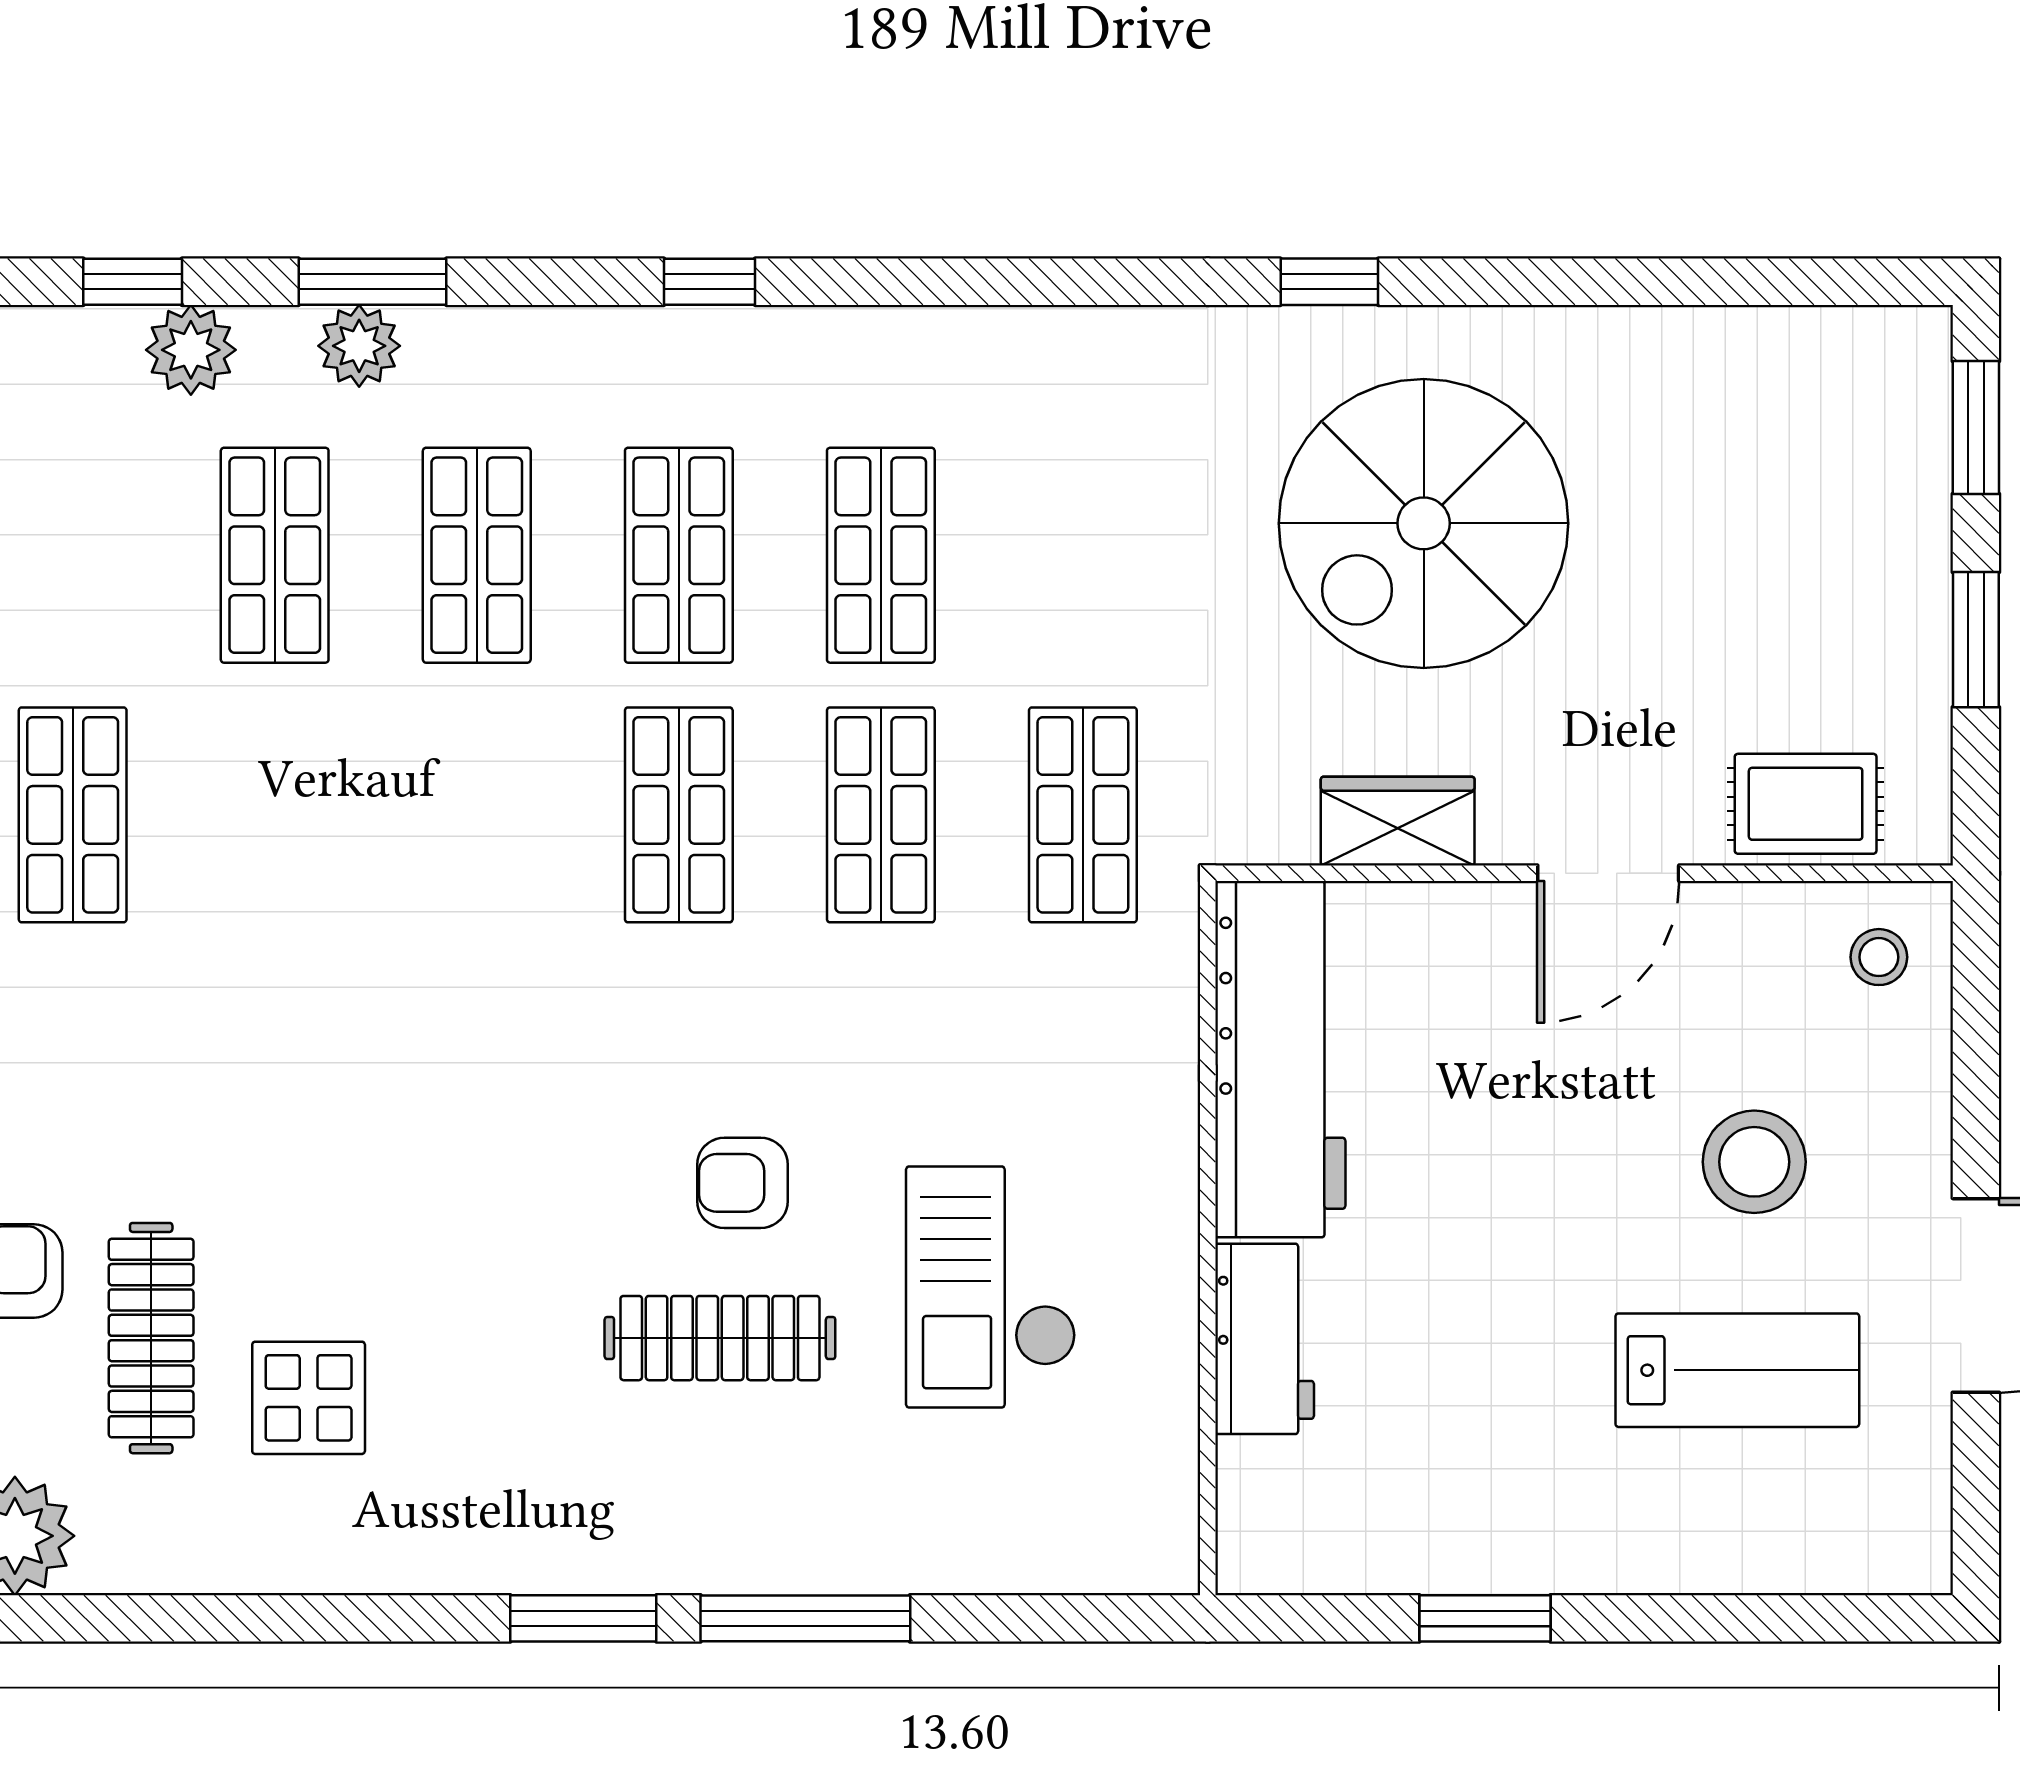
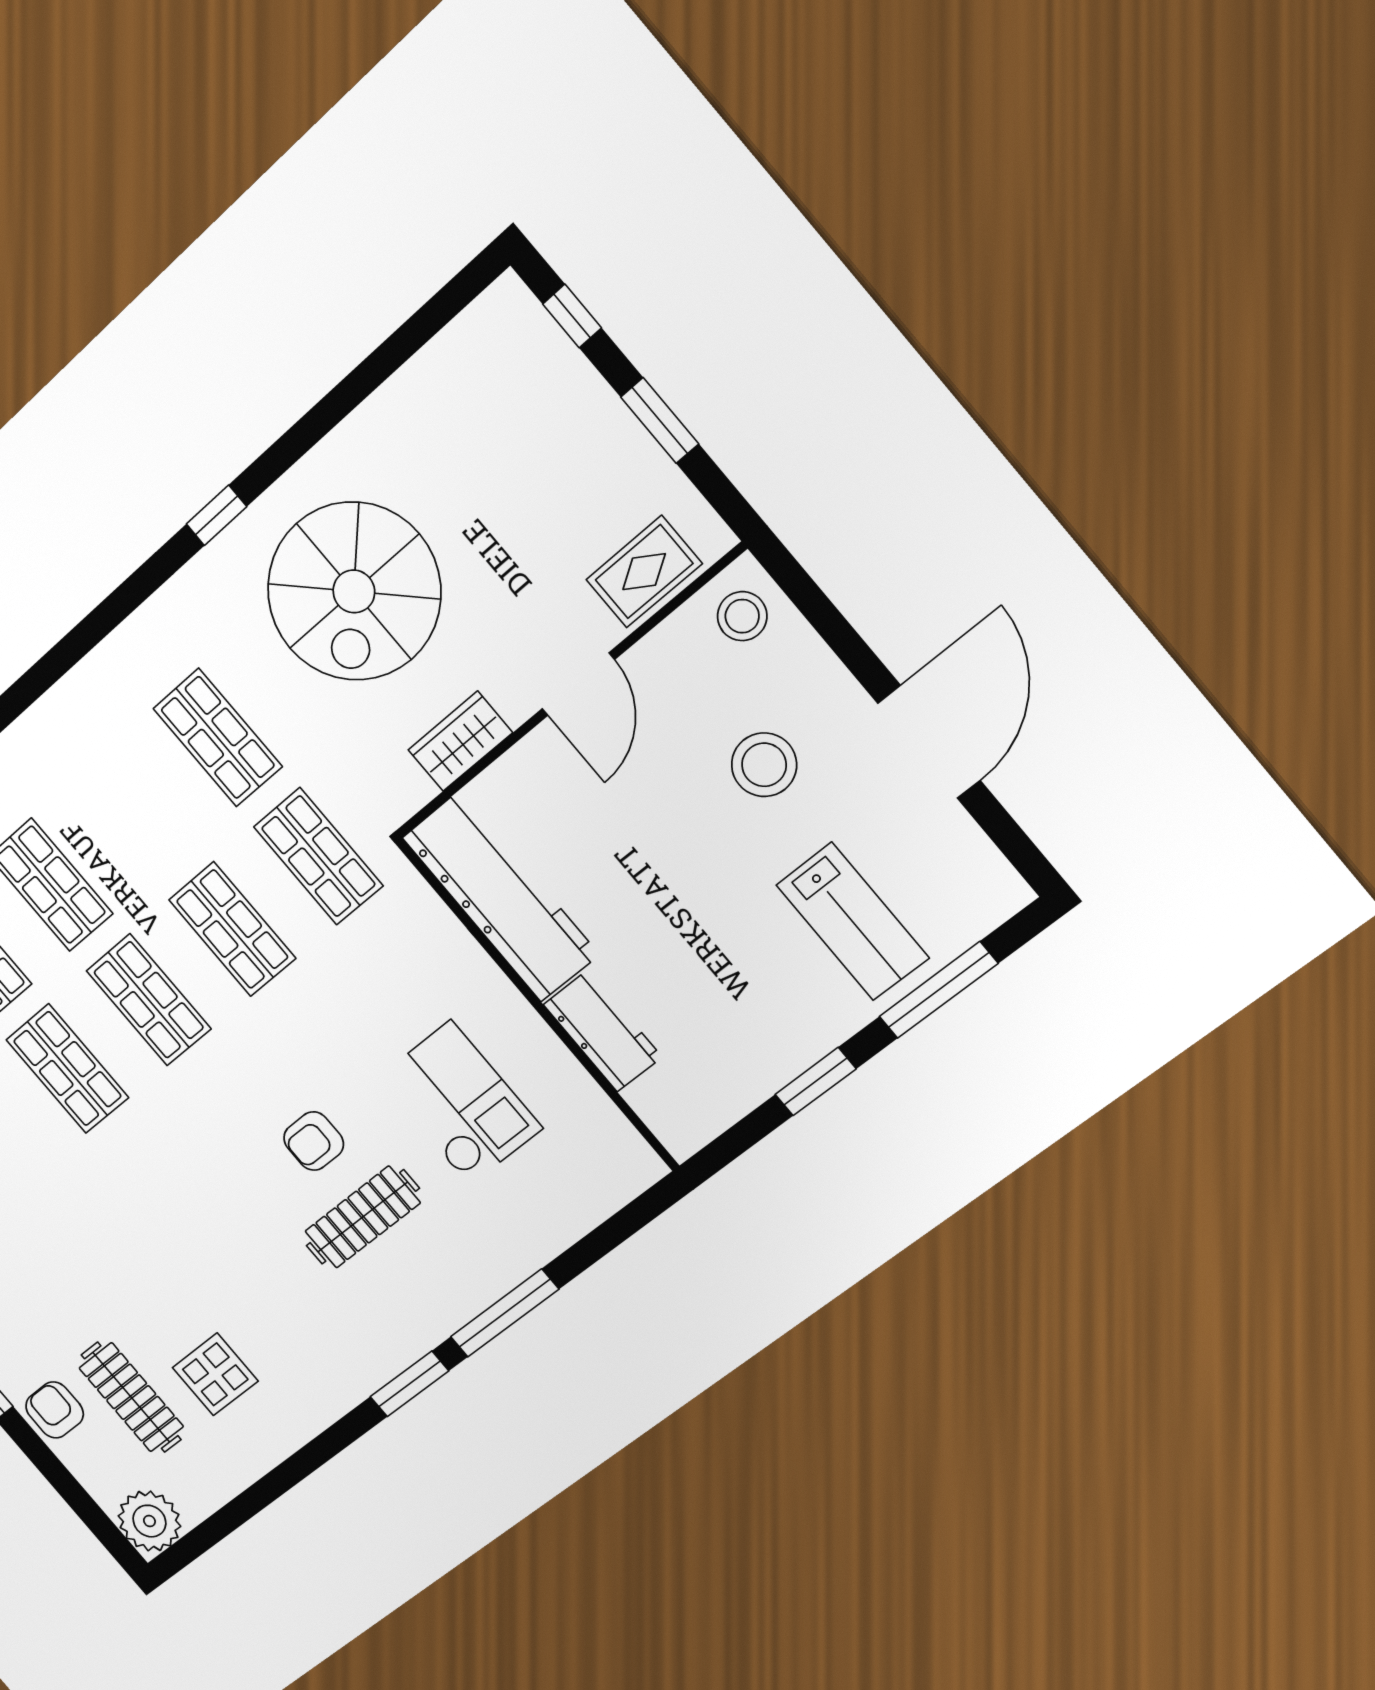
window: (1976, 427) -> (572, 316), width x0.67
shop shelf: (881, 555) -> (218, 738), moved
shop shelf: (477, 815) -> (67, 1069), added
stool: (1879, 957) -> (742, 616), width x1.37, depth x1.37
checkout: (991, 1287) -> (460, 1103), turned 180
lab bench: (1737, 1370) -> (853, 922), moved, turned 90
window: (1736, 1618) -> (938, 990), added

